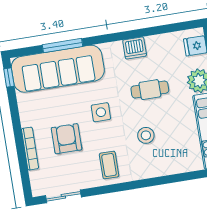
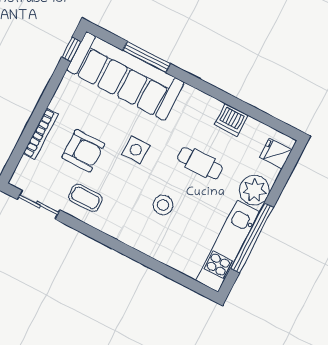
dishwasher: (135, 48) -> (231, 120), moved
armchair: (67, 139) -> (83, 151), turned 90
coffee table: (109, 165) -> (85, 198), moved, turned 90

